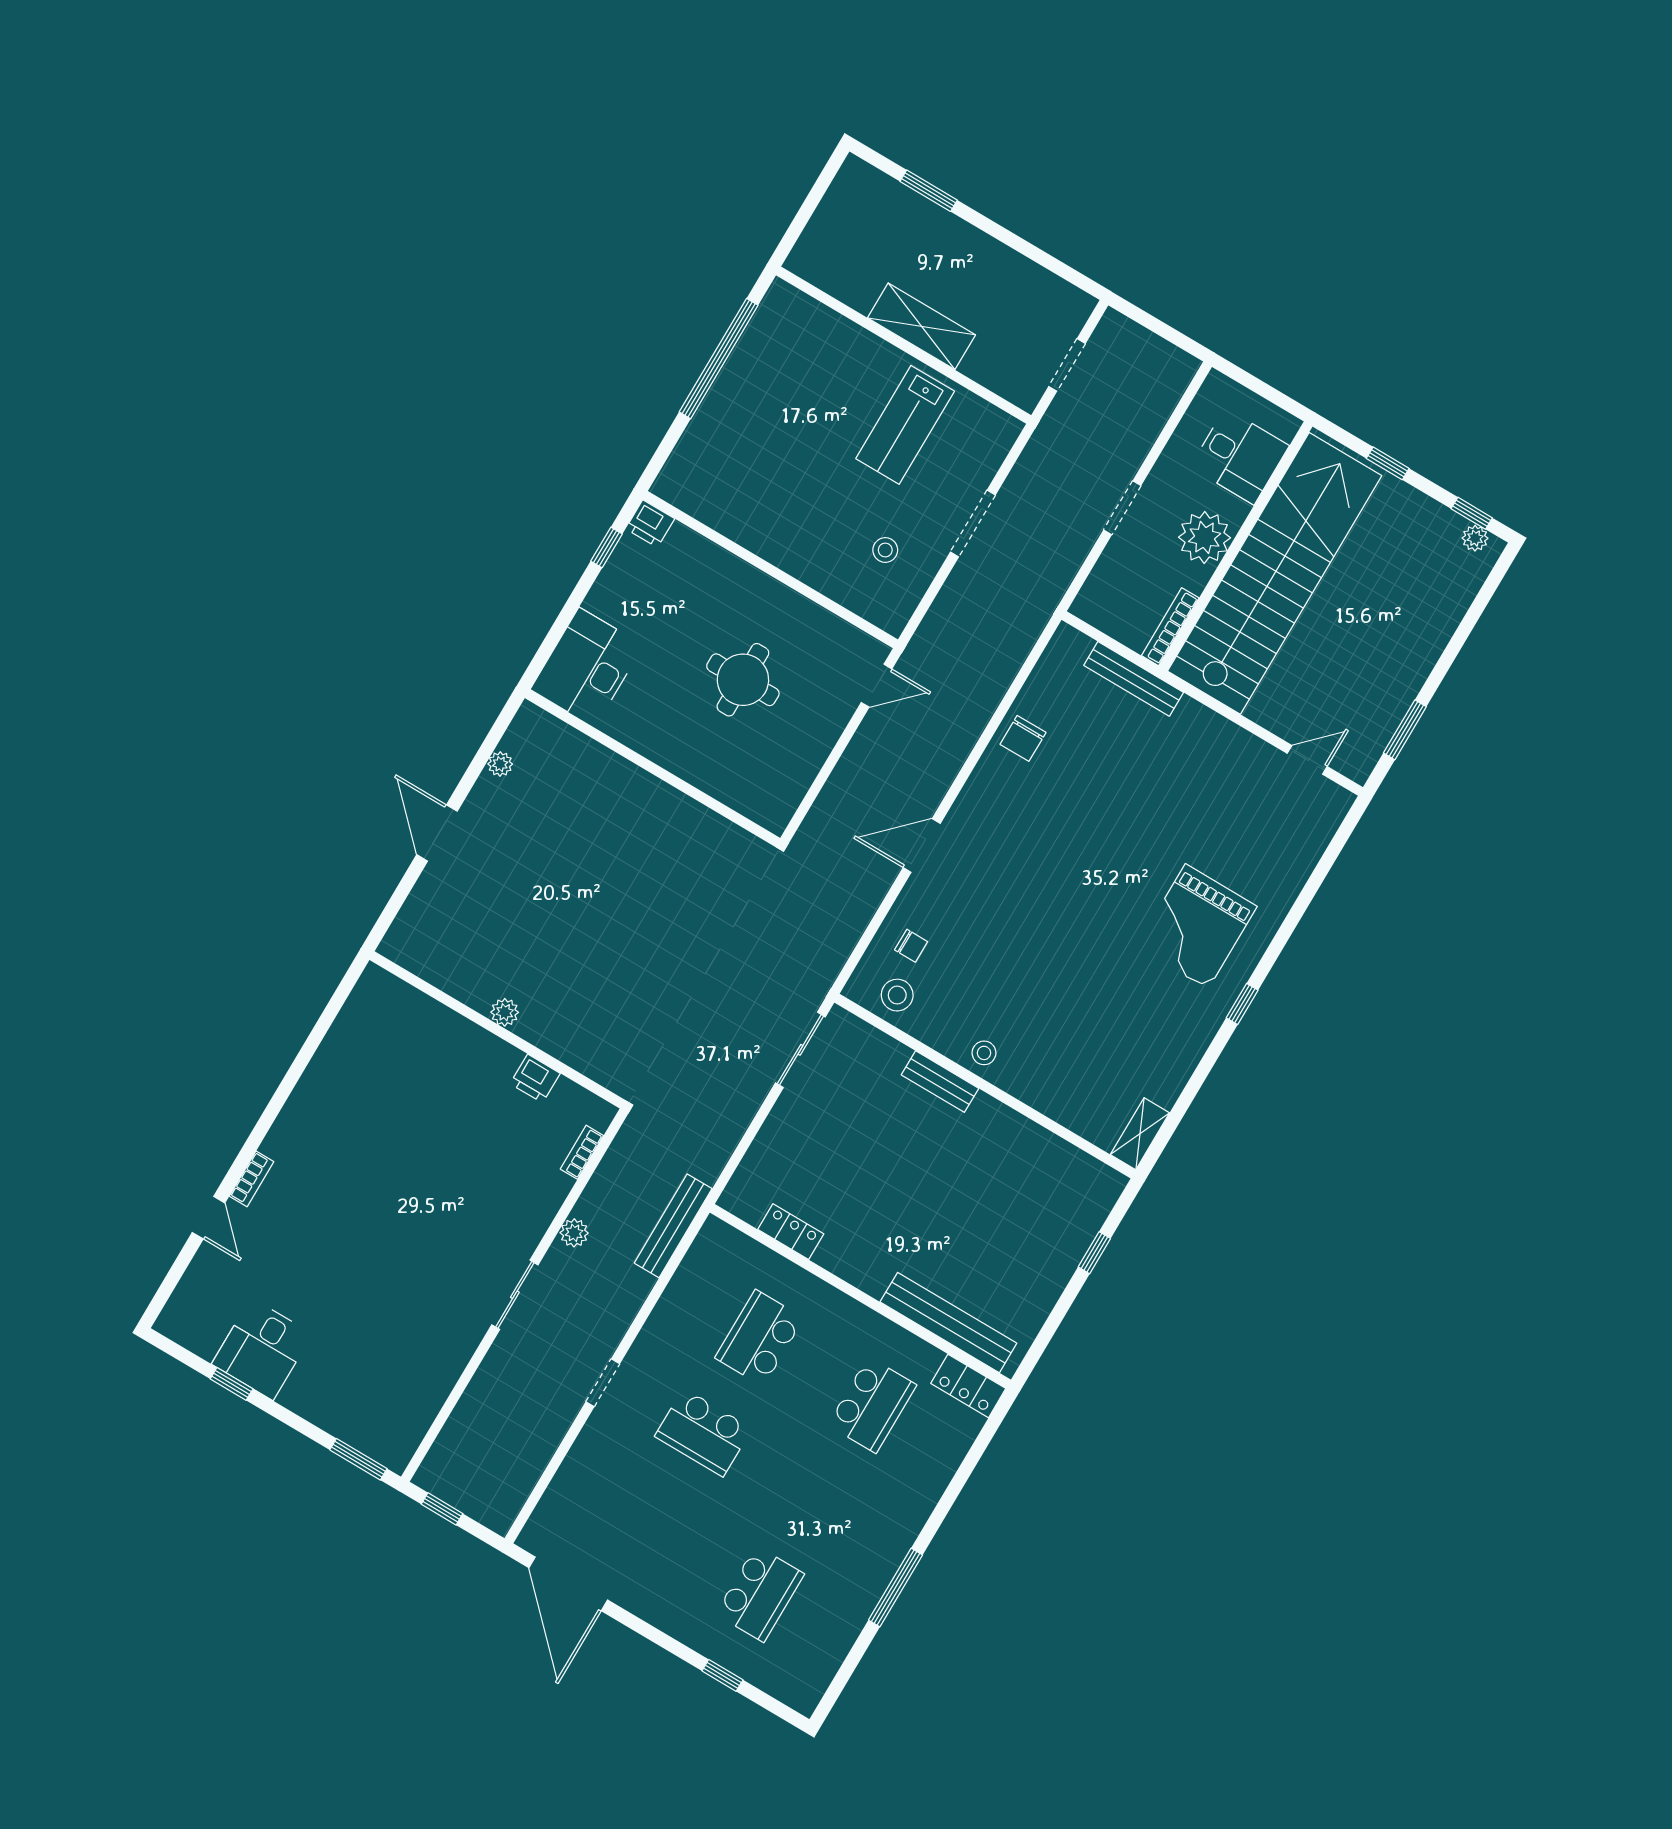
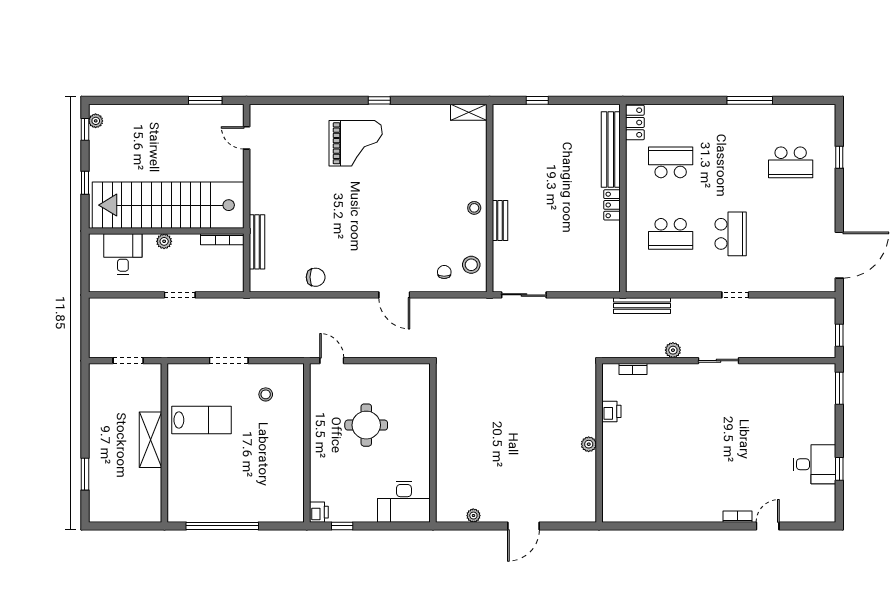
plant: (1205, 537) -> (164, 241), width x0.53, depth x0.53
locker: (791, 1232) -> (612, 205), moved
school desk: (760, 1594) -> (791, 162), turned 180

